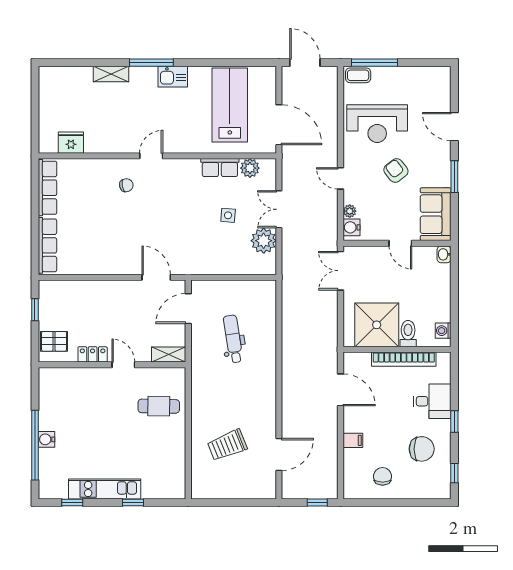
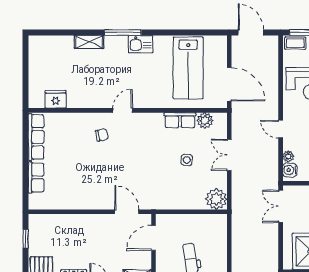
lab bench: (230, 105) -> (188, 68), turned 180
plant: (264, 241) -> (216, 199), moved
row of seats: (47, 245) -> (36, 177), width x0.68

